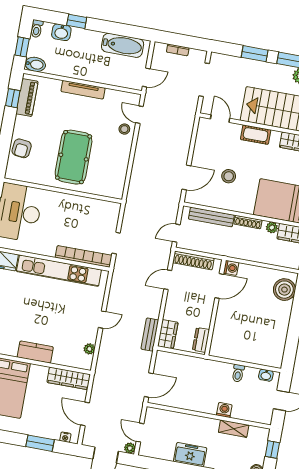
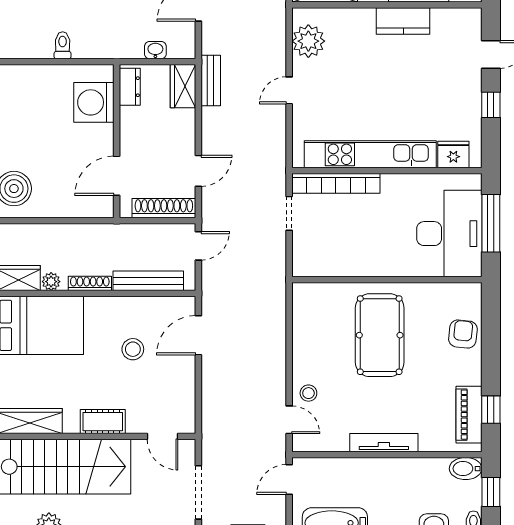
washing machine: (231, 268) -> (94, 102), moved, width x1.89, depth x1.89
plant: (89, 349) -> (308, 41), width x1.88, depth x1.88
kitchen counter: (35, 352) -> (403, 21), moved
washbasin: (266, 375) -> (155, 50), moved

